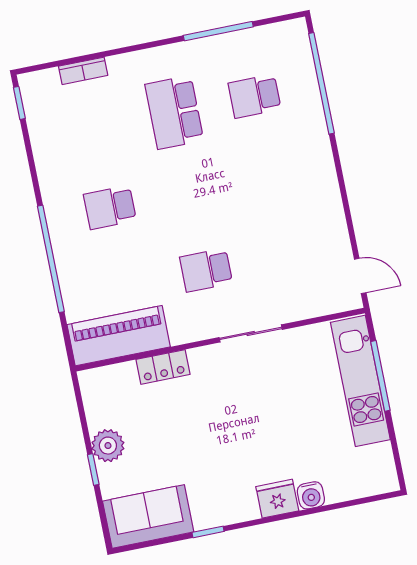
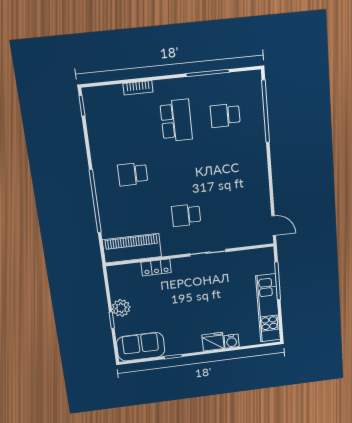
bookcase: (83, 71) -> (138, 88), moved
school desk: (174, 112) -> (176, 121), turned 180
kitchen unit: (360, 381) -> (268, 308), moved

